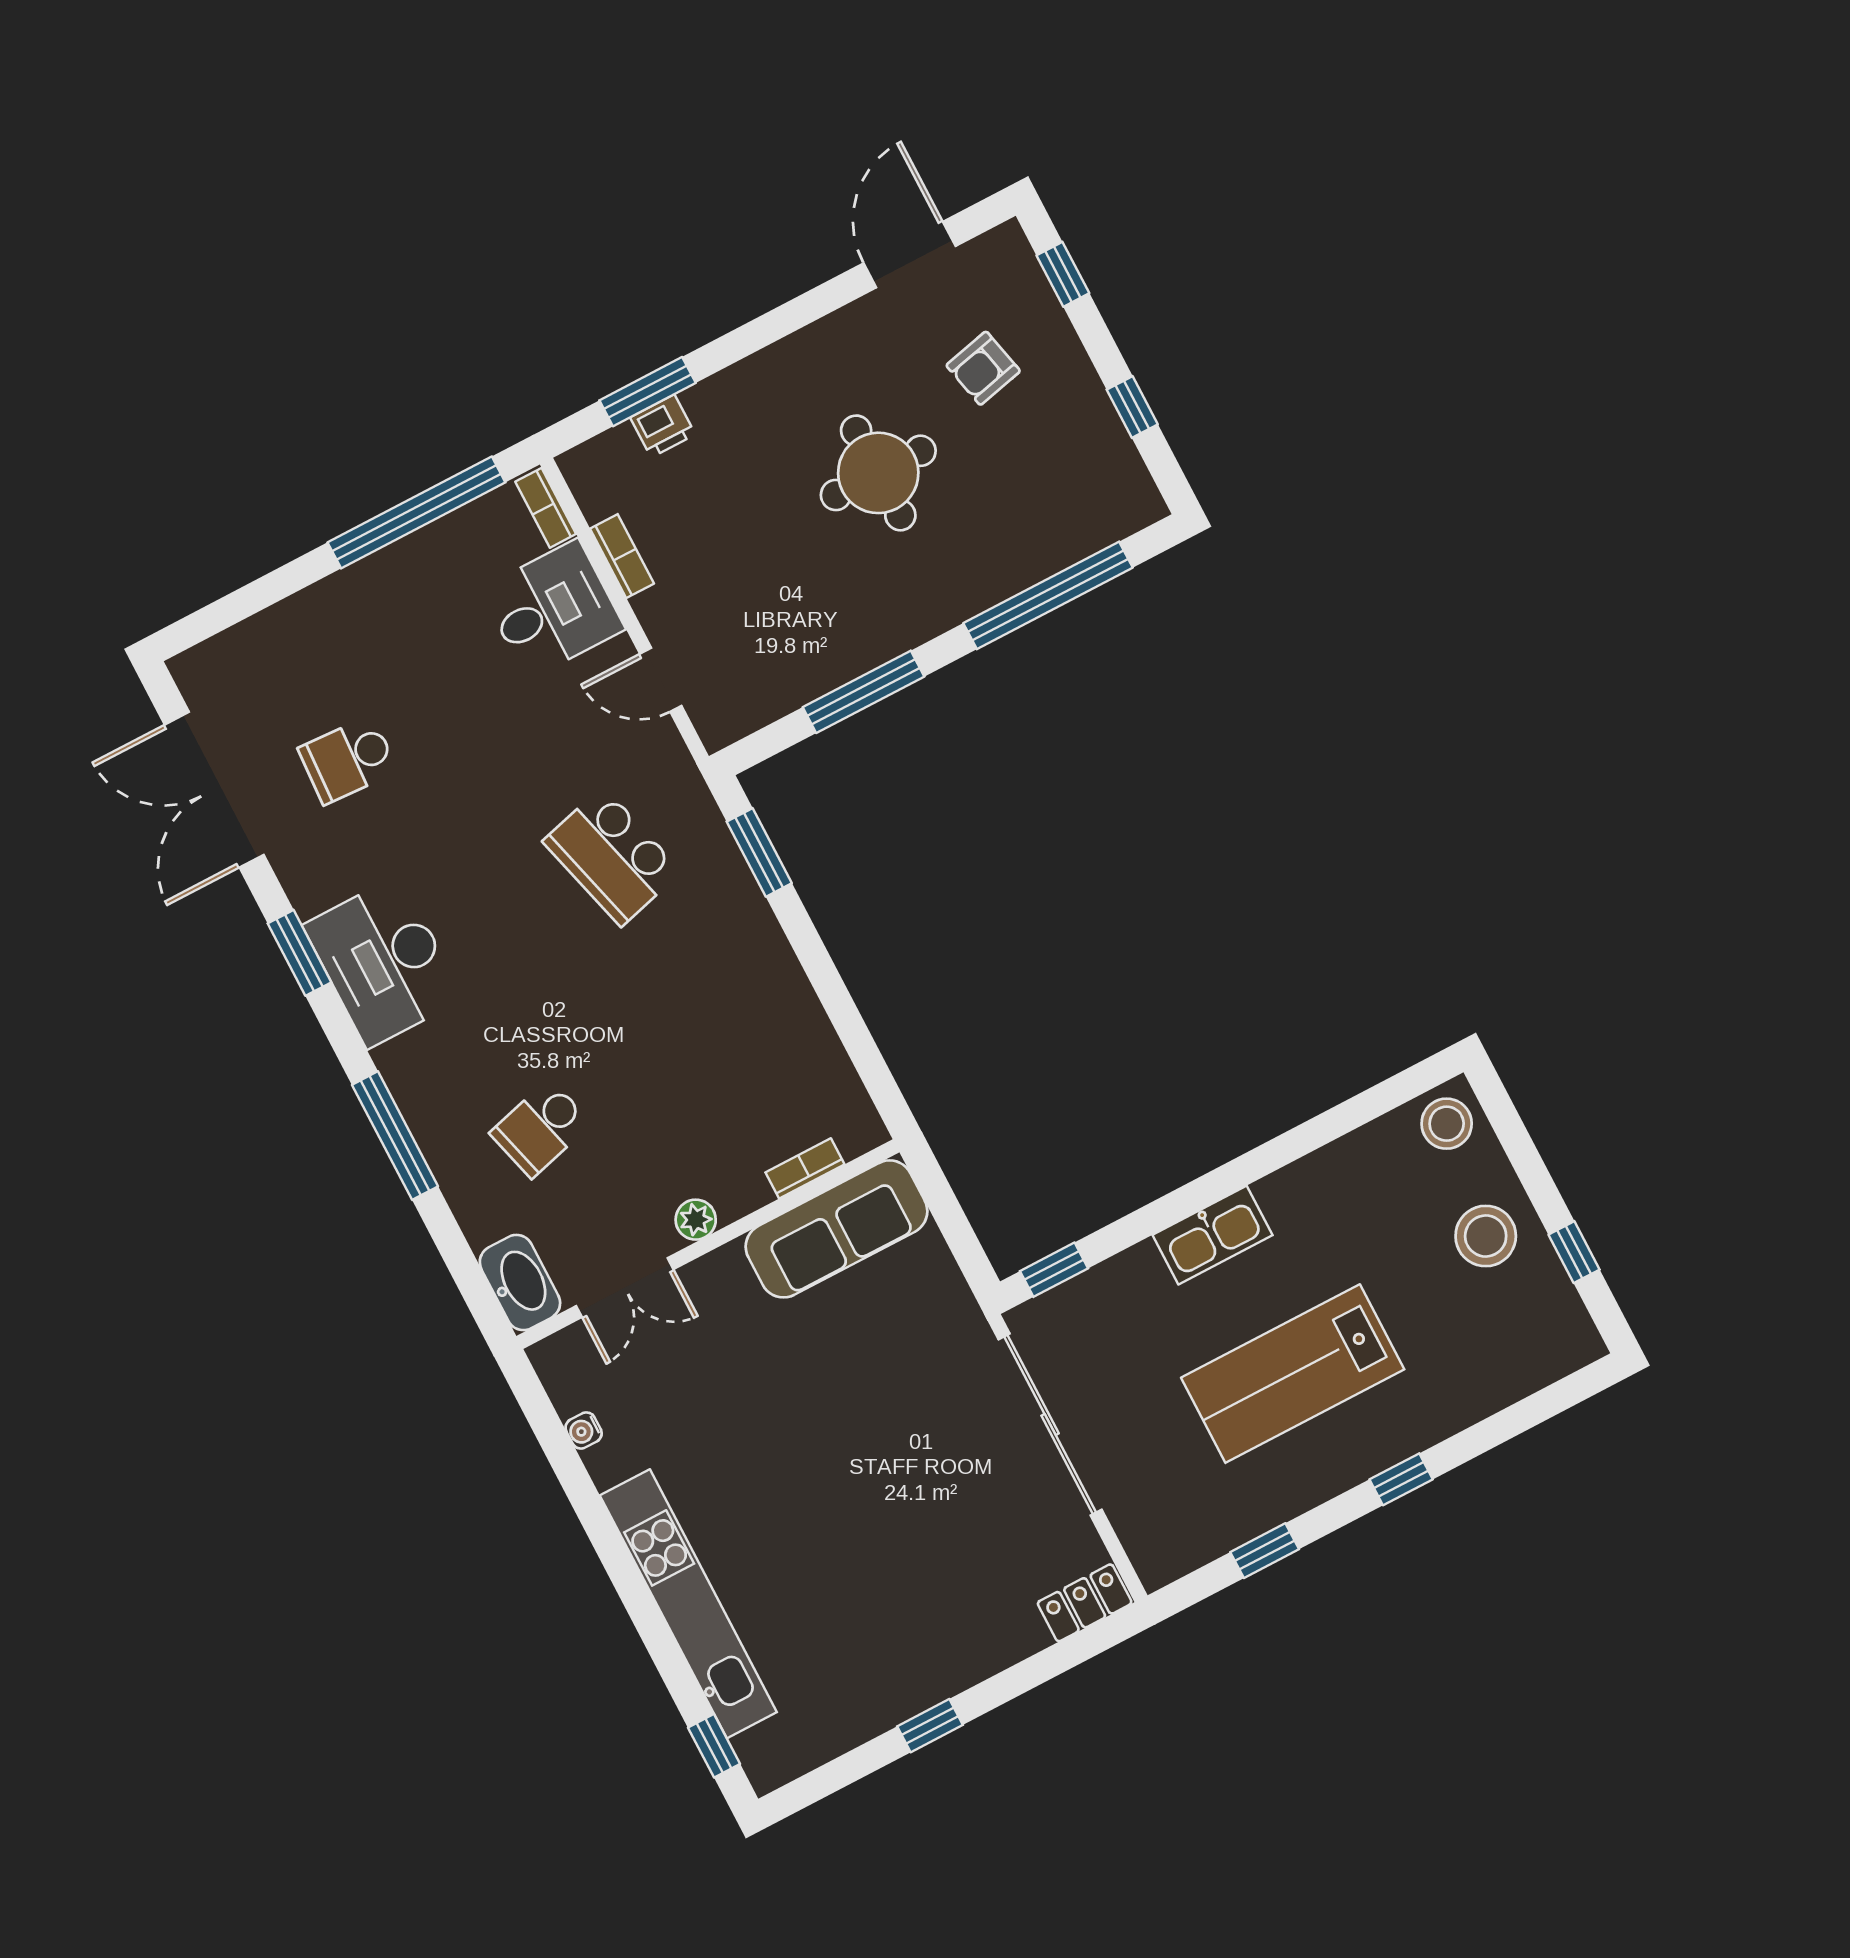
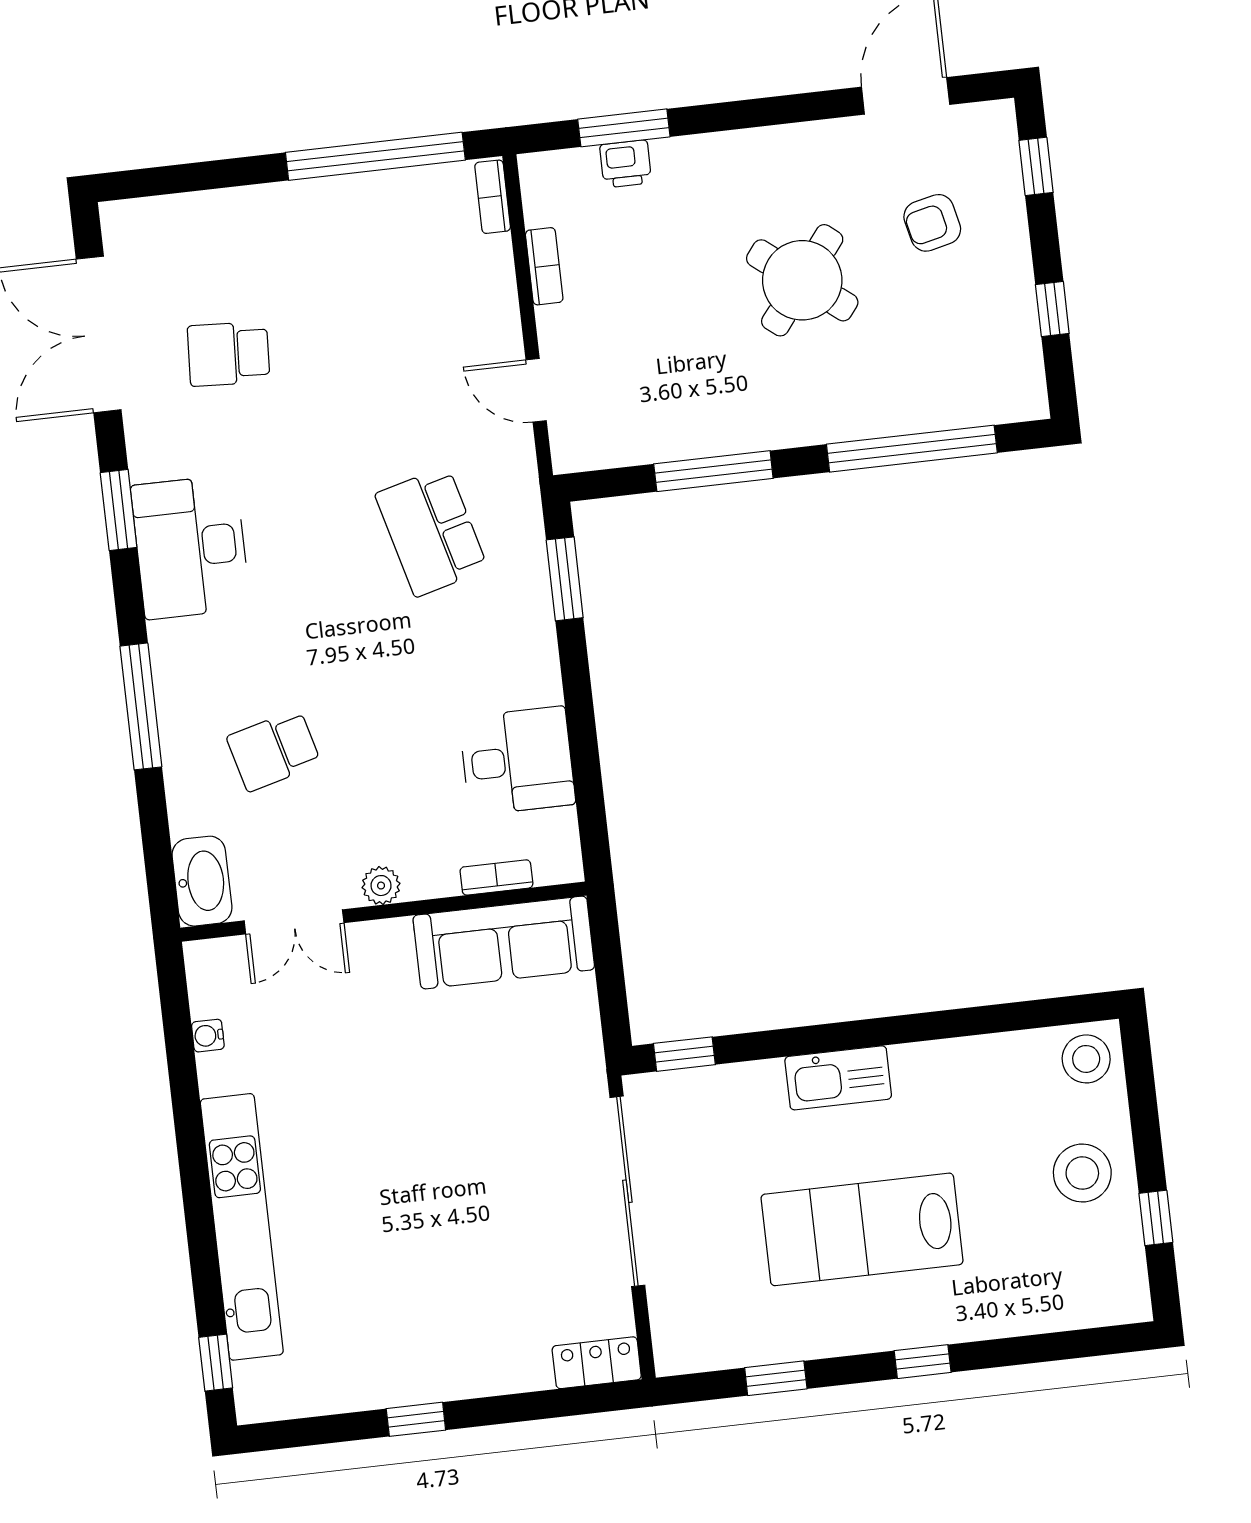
round table: (878, 473) -> (802, 280), turned 38
desk: (553, 609) -> (517, 761), moved

